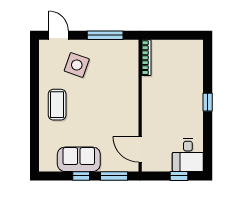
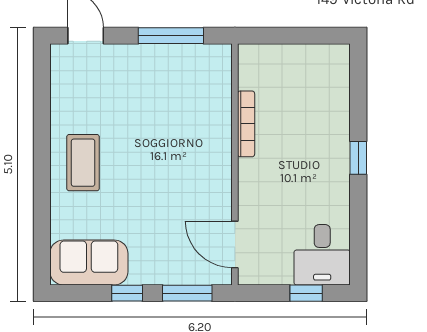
bookcase: (146, 58) -> (246, 124), moved
side table: (77, 65) -> (119, 90), removed
sofa: (79, 159) -> (89, 263), moved

